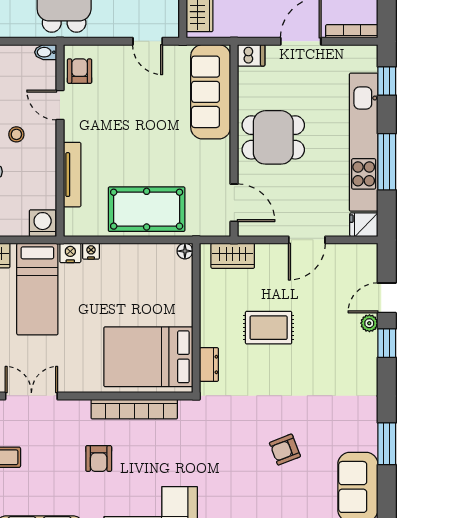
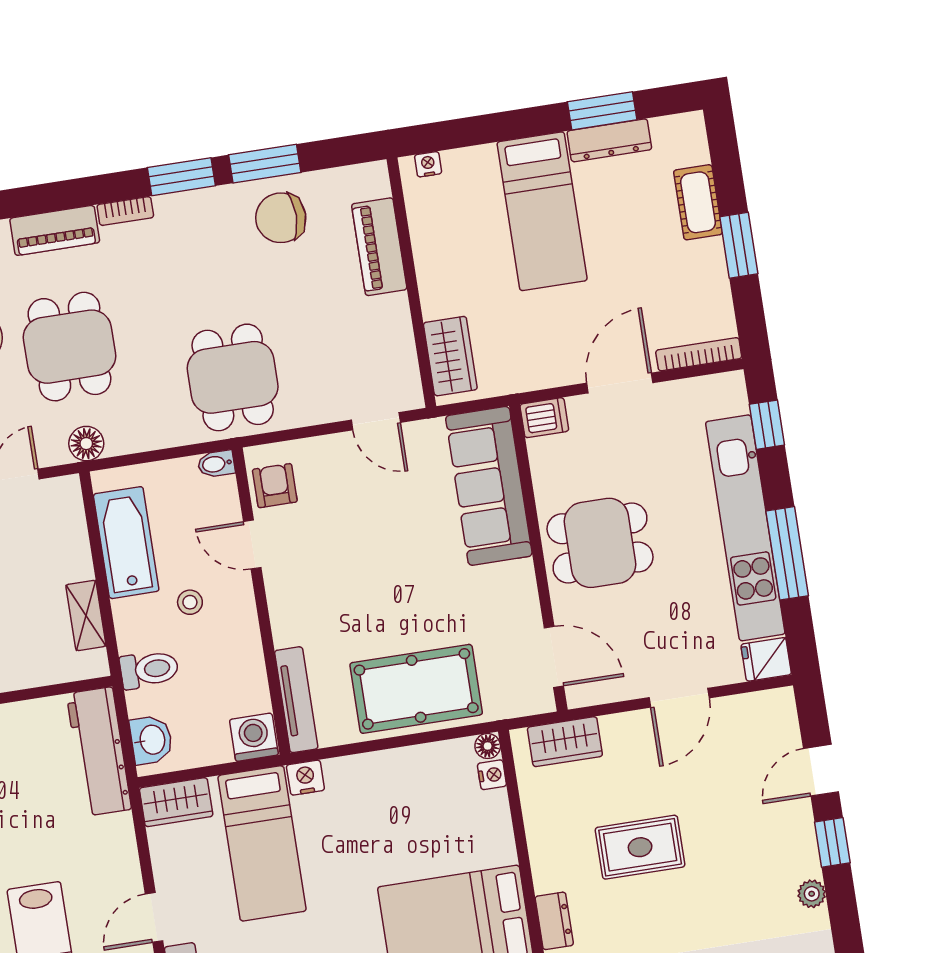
tv unit: (72, 175) -> (296, 700), moved
nightstand: (91, 251) -> (492, 775), moved, turned 90
plant: (369, 323) -> (812, 894), moved

